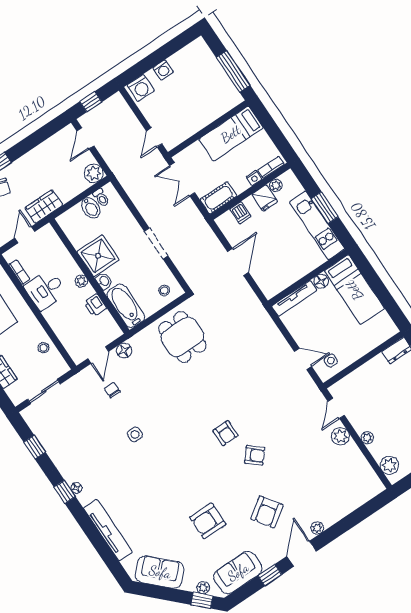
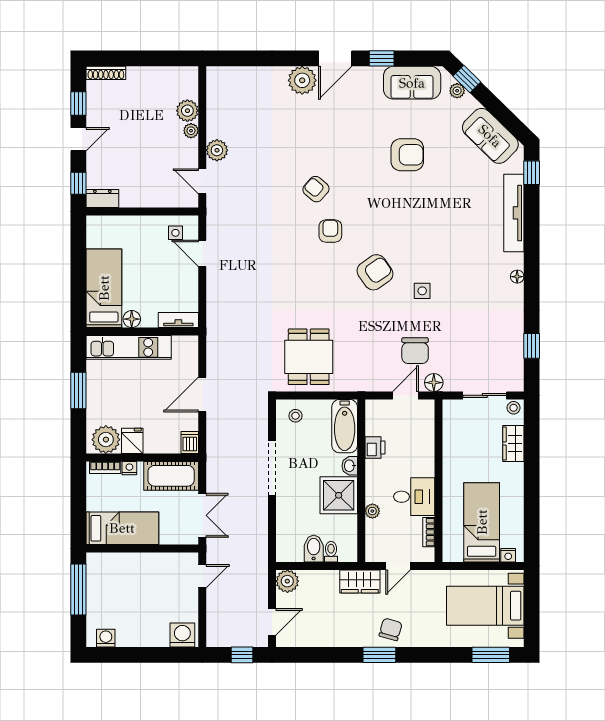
washing machine: (163, 70) -> (106, 638), moved
plant: (276, 185) -> (106, 440), width x1.88, depth x1.88
toilet: (101, 198) -> (331, 552), moved
cot: (218, 198) -> (171, 476), width x1.37, depth x1.34
dishwasher: (240, 213) -> (190, 442), moved
kitchen unit: (317, 225) -> (129, 347), moved, turned 90
doorway: (156, 244) -> (272, 468), width x1.36
plant: (81, 281) -> (372, 511), moved
tv unit: (294, 298) -> (178, 320), width x0.71
stool: (43, 348) -> (514, 408), moved
floor lamp: (124, 350) -> (434, 383), moved
chair: (112, 390) -> (415, 351), width x1.87, depth x1.87
door: (336, 408) -> (202, 181), swing flipped
plant: (389, 465) -> (187, 111), moved
window: (65, 492) -> (532, 173), moved
armchair: (267, 512) -> (375, 272), moved
plant: (317, 528) -> (302, 80), width x1.88, depth x1.88

